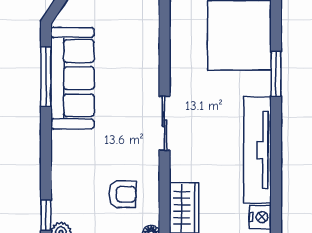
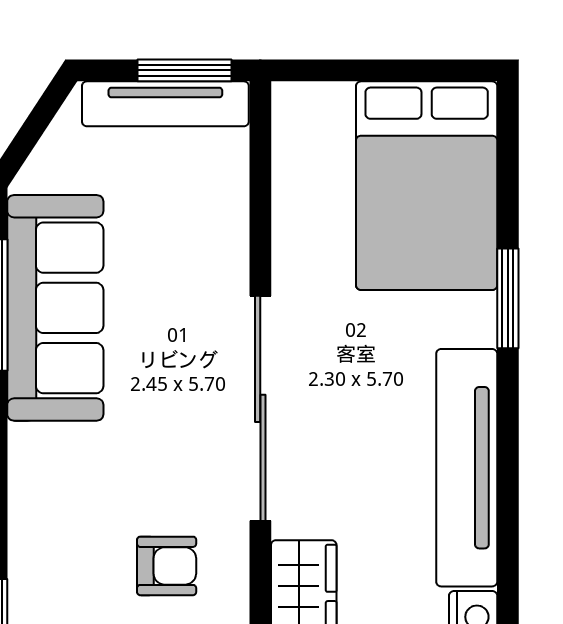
sliding door: (165, 123) -> (260, 408), width x1.86

